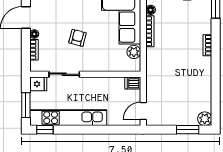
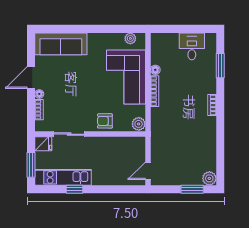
armchair: (78, 38) -> (105, 121), moved, turned -105
plant: (134, 52) -> (139, 124), moved
dishwasher: (133, 83) -> (137, 143), removed
kitchen unit: (68, 118) -> (63, 177), width x0.73
window: (45, 130) -> (74, 189), moved

